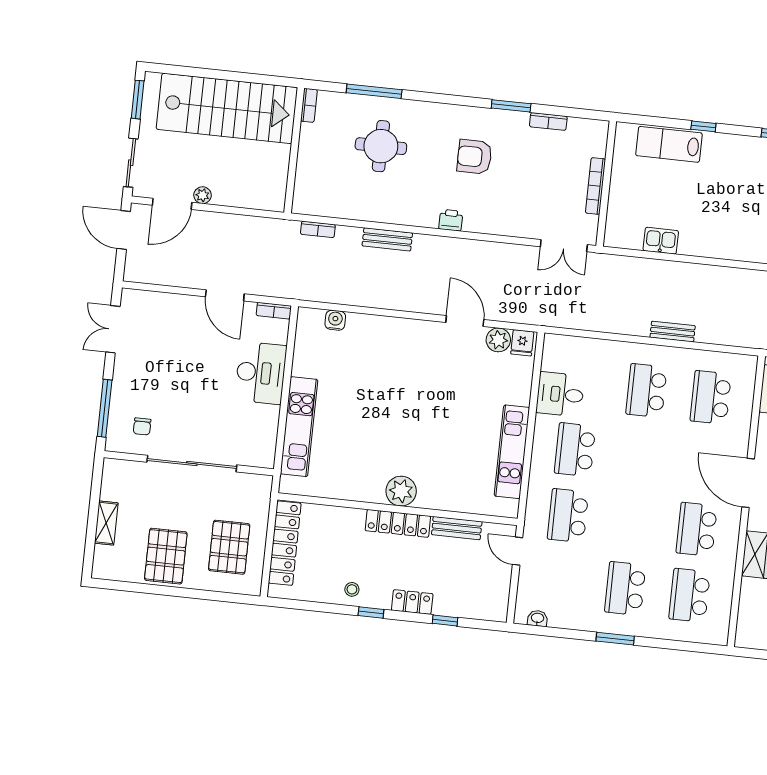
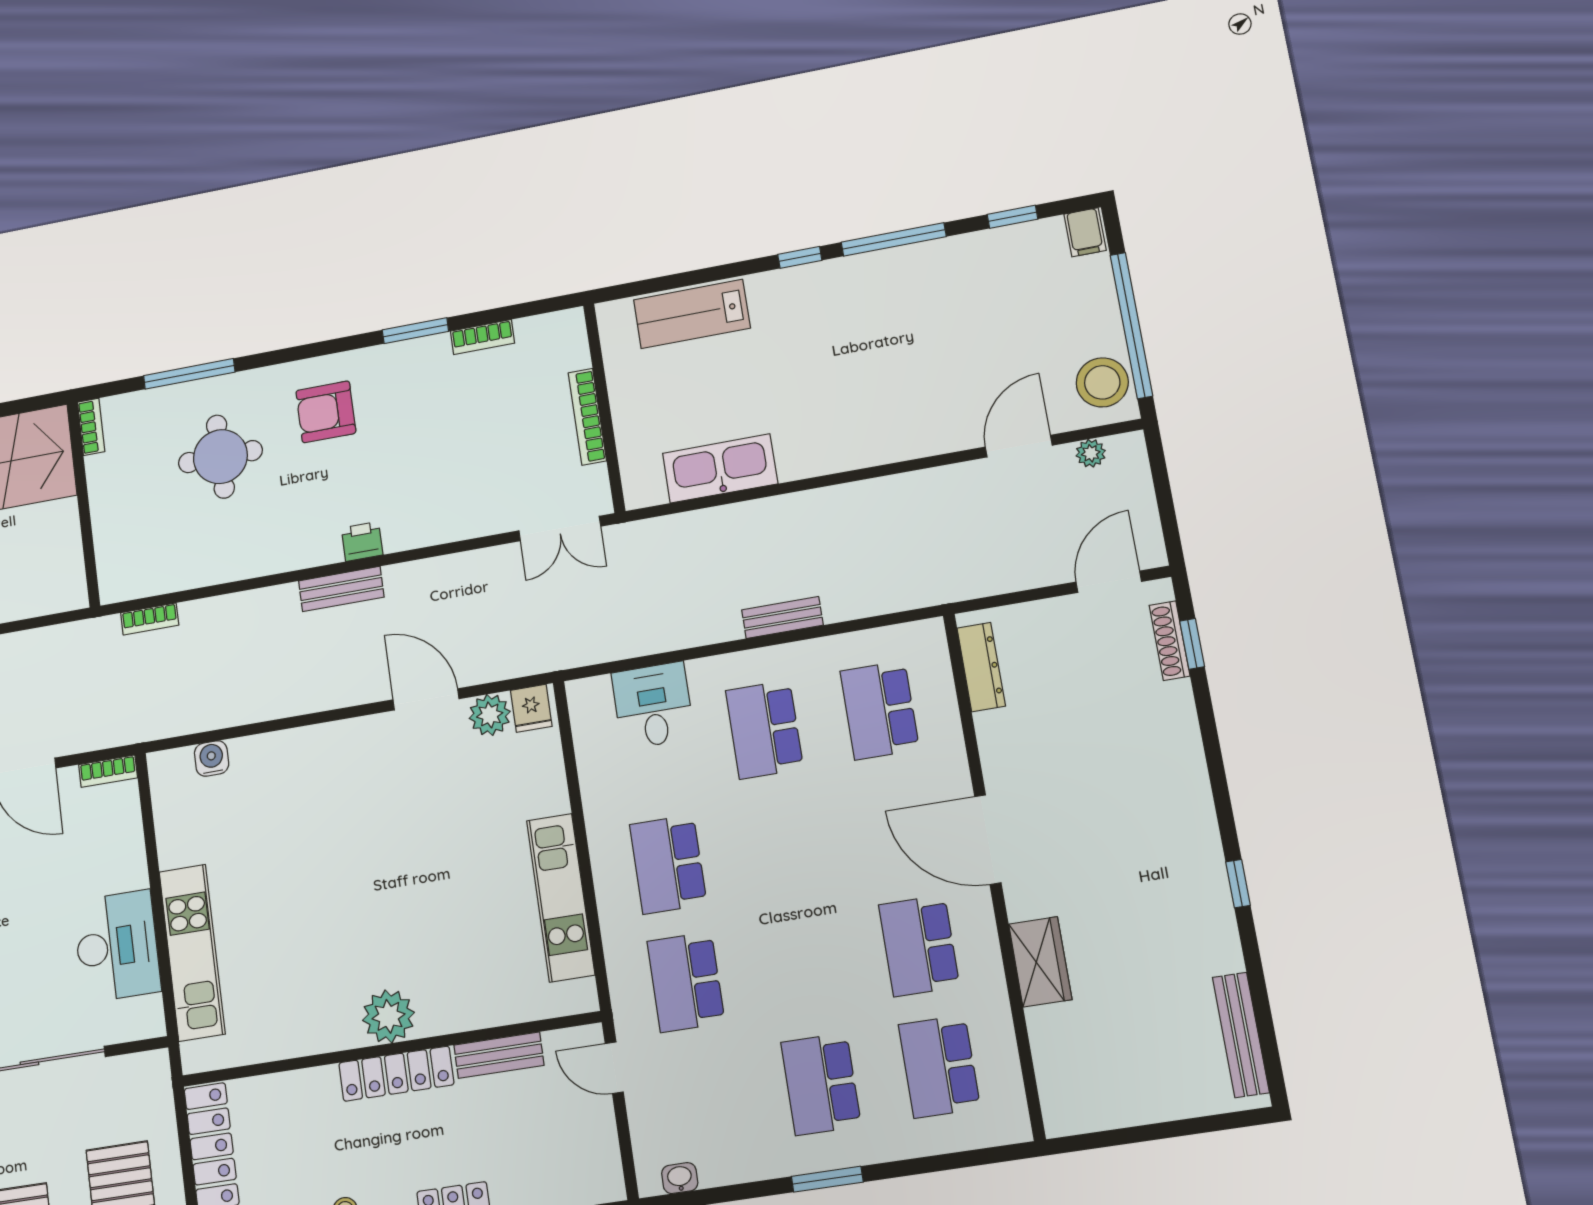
window: (703, 126) -> (800, 257), moved
armchair: (474, 157) -> (326, 412), moved
bench: (387, 239) -> (341, 589), moved
kitchen sink: (661, 241) -> (720, 468), width x1.88, depth x1.24
desk: (261, 373) -> (117, 946), moved
desk: (560, 394) -> (653, 705), moved, turned 90

